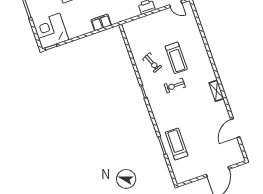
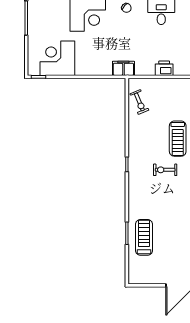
filing cabinet: (101, 22) -> (123, 68), moved
corner desk: (51, 31) -> (57, 58), moved
exercise bike: (152, 63) -> (139, 102), moved

